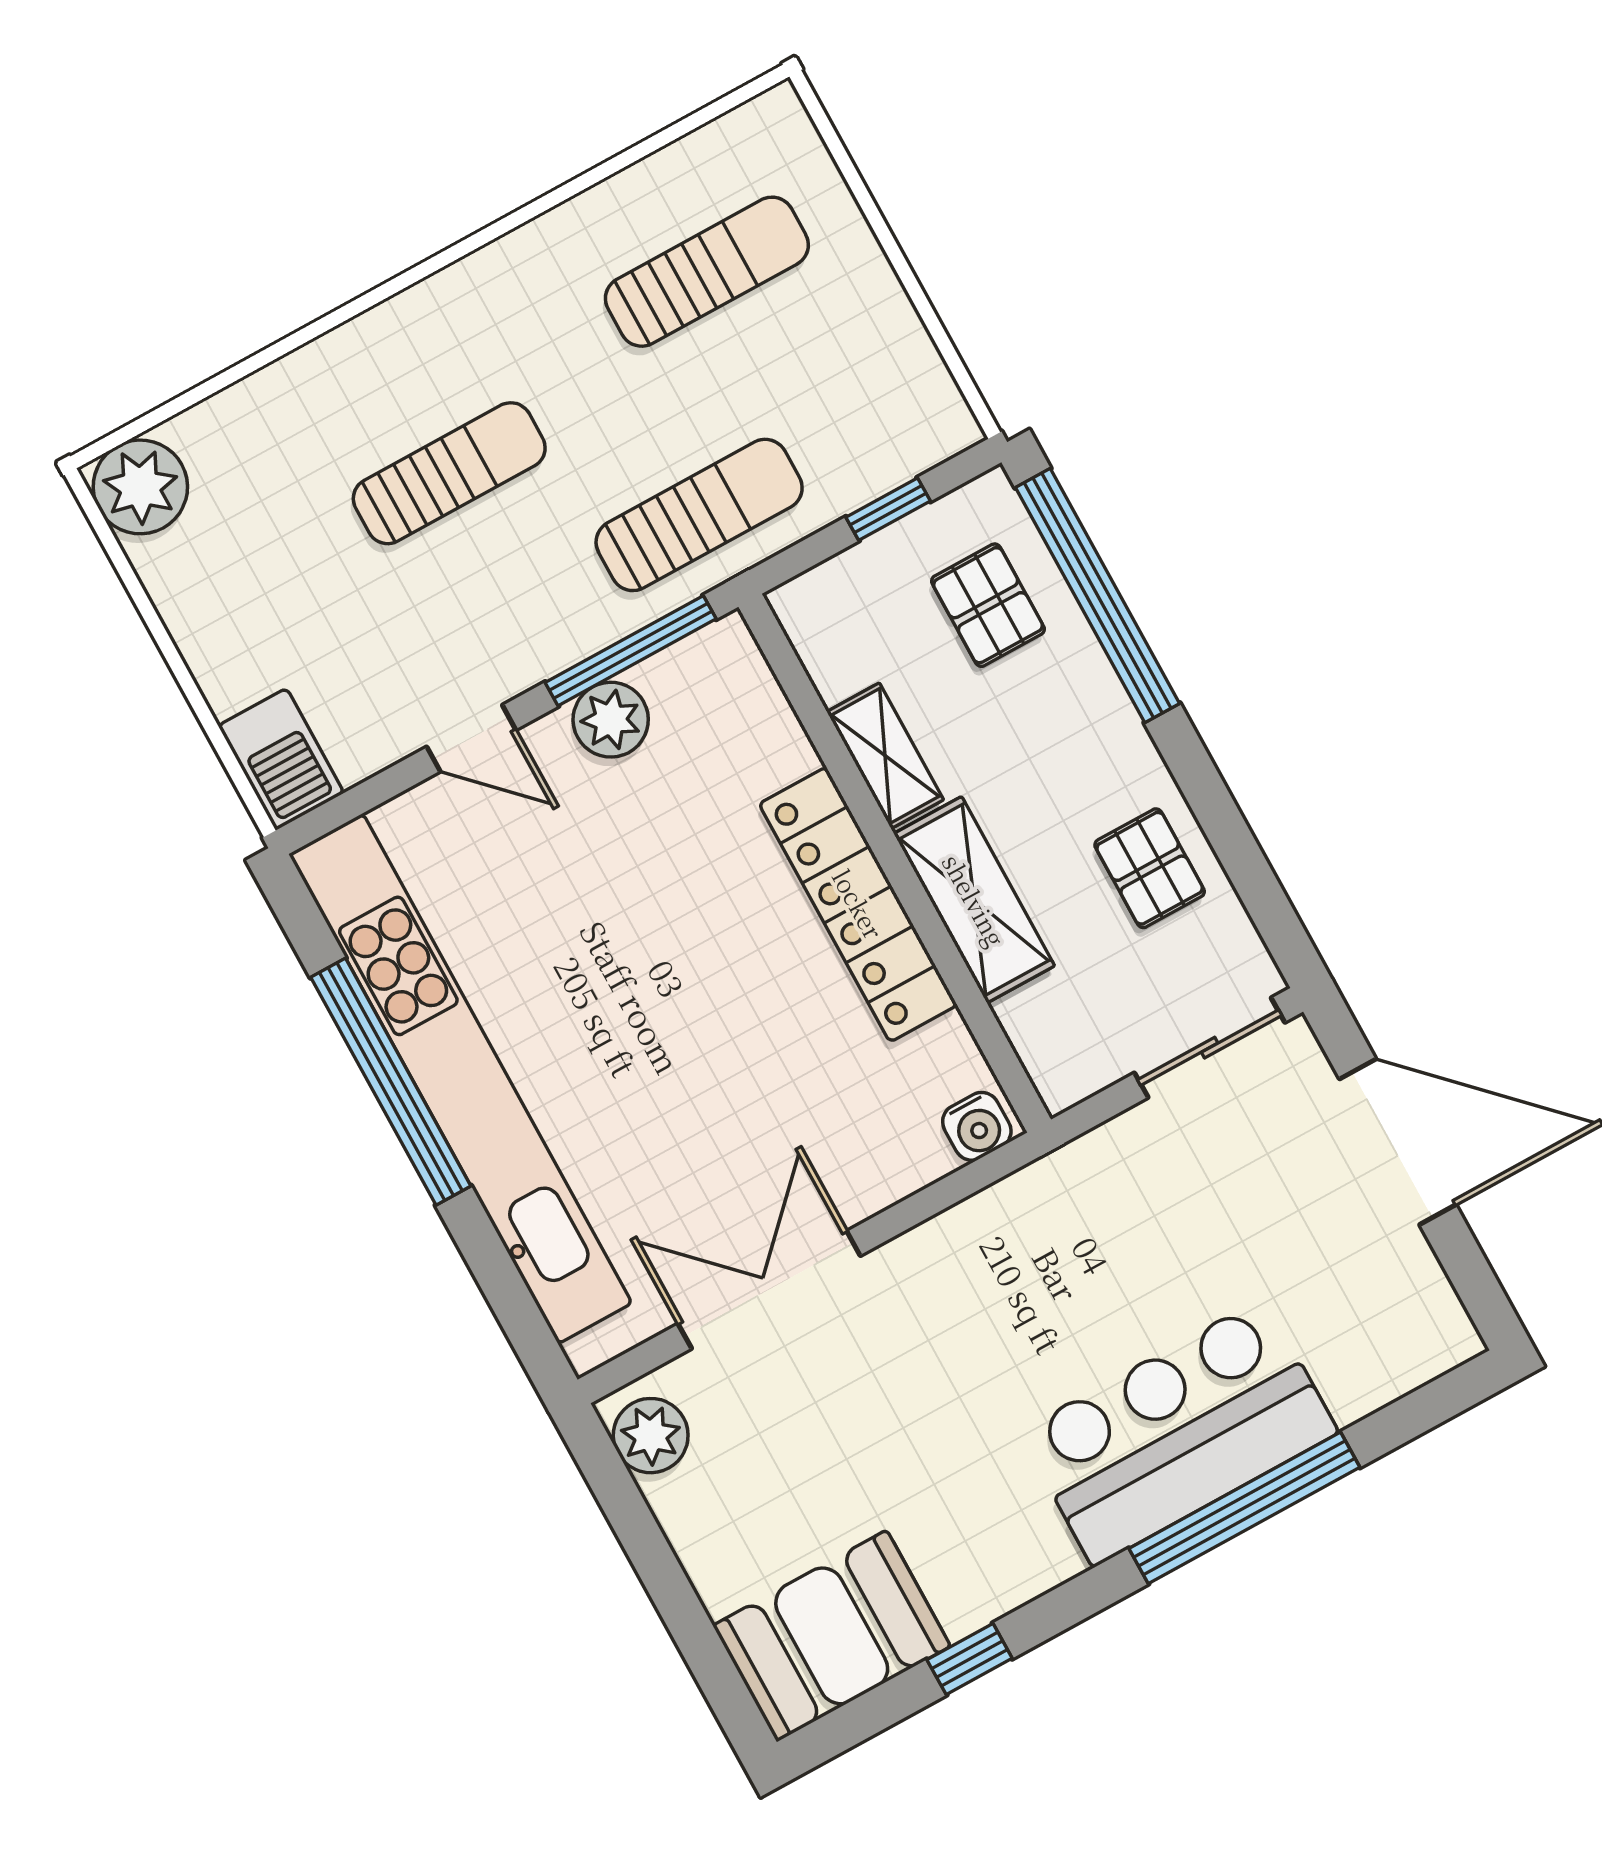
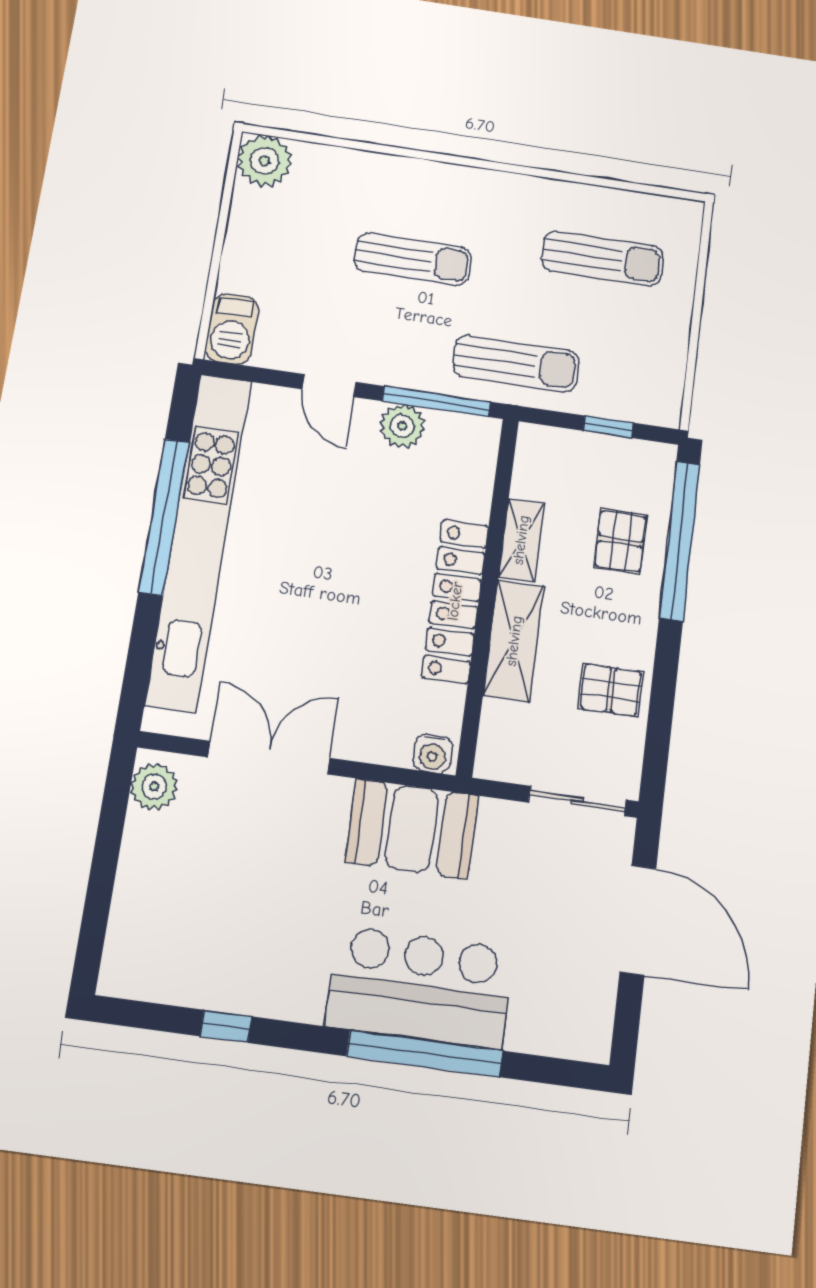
pallet: (988, 605) -> (620, 541), moved
pallet: (1150, 868) -> (611, 690), turned 90
booth: (832, 1636) -> (412, 829), moved

